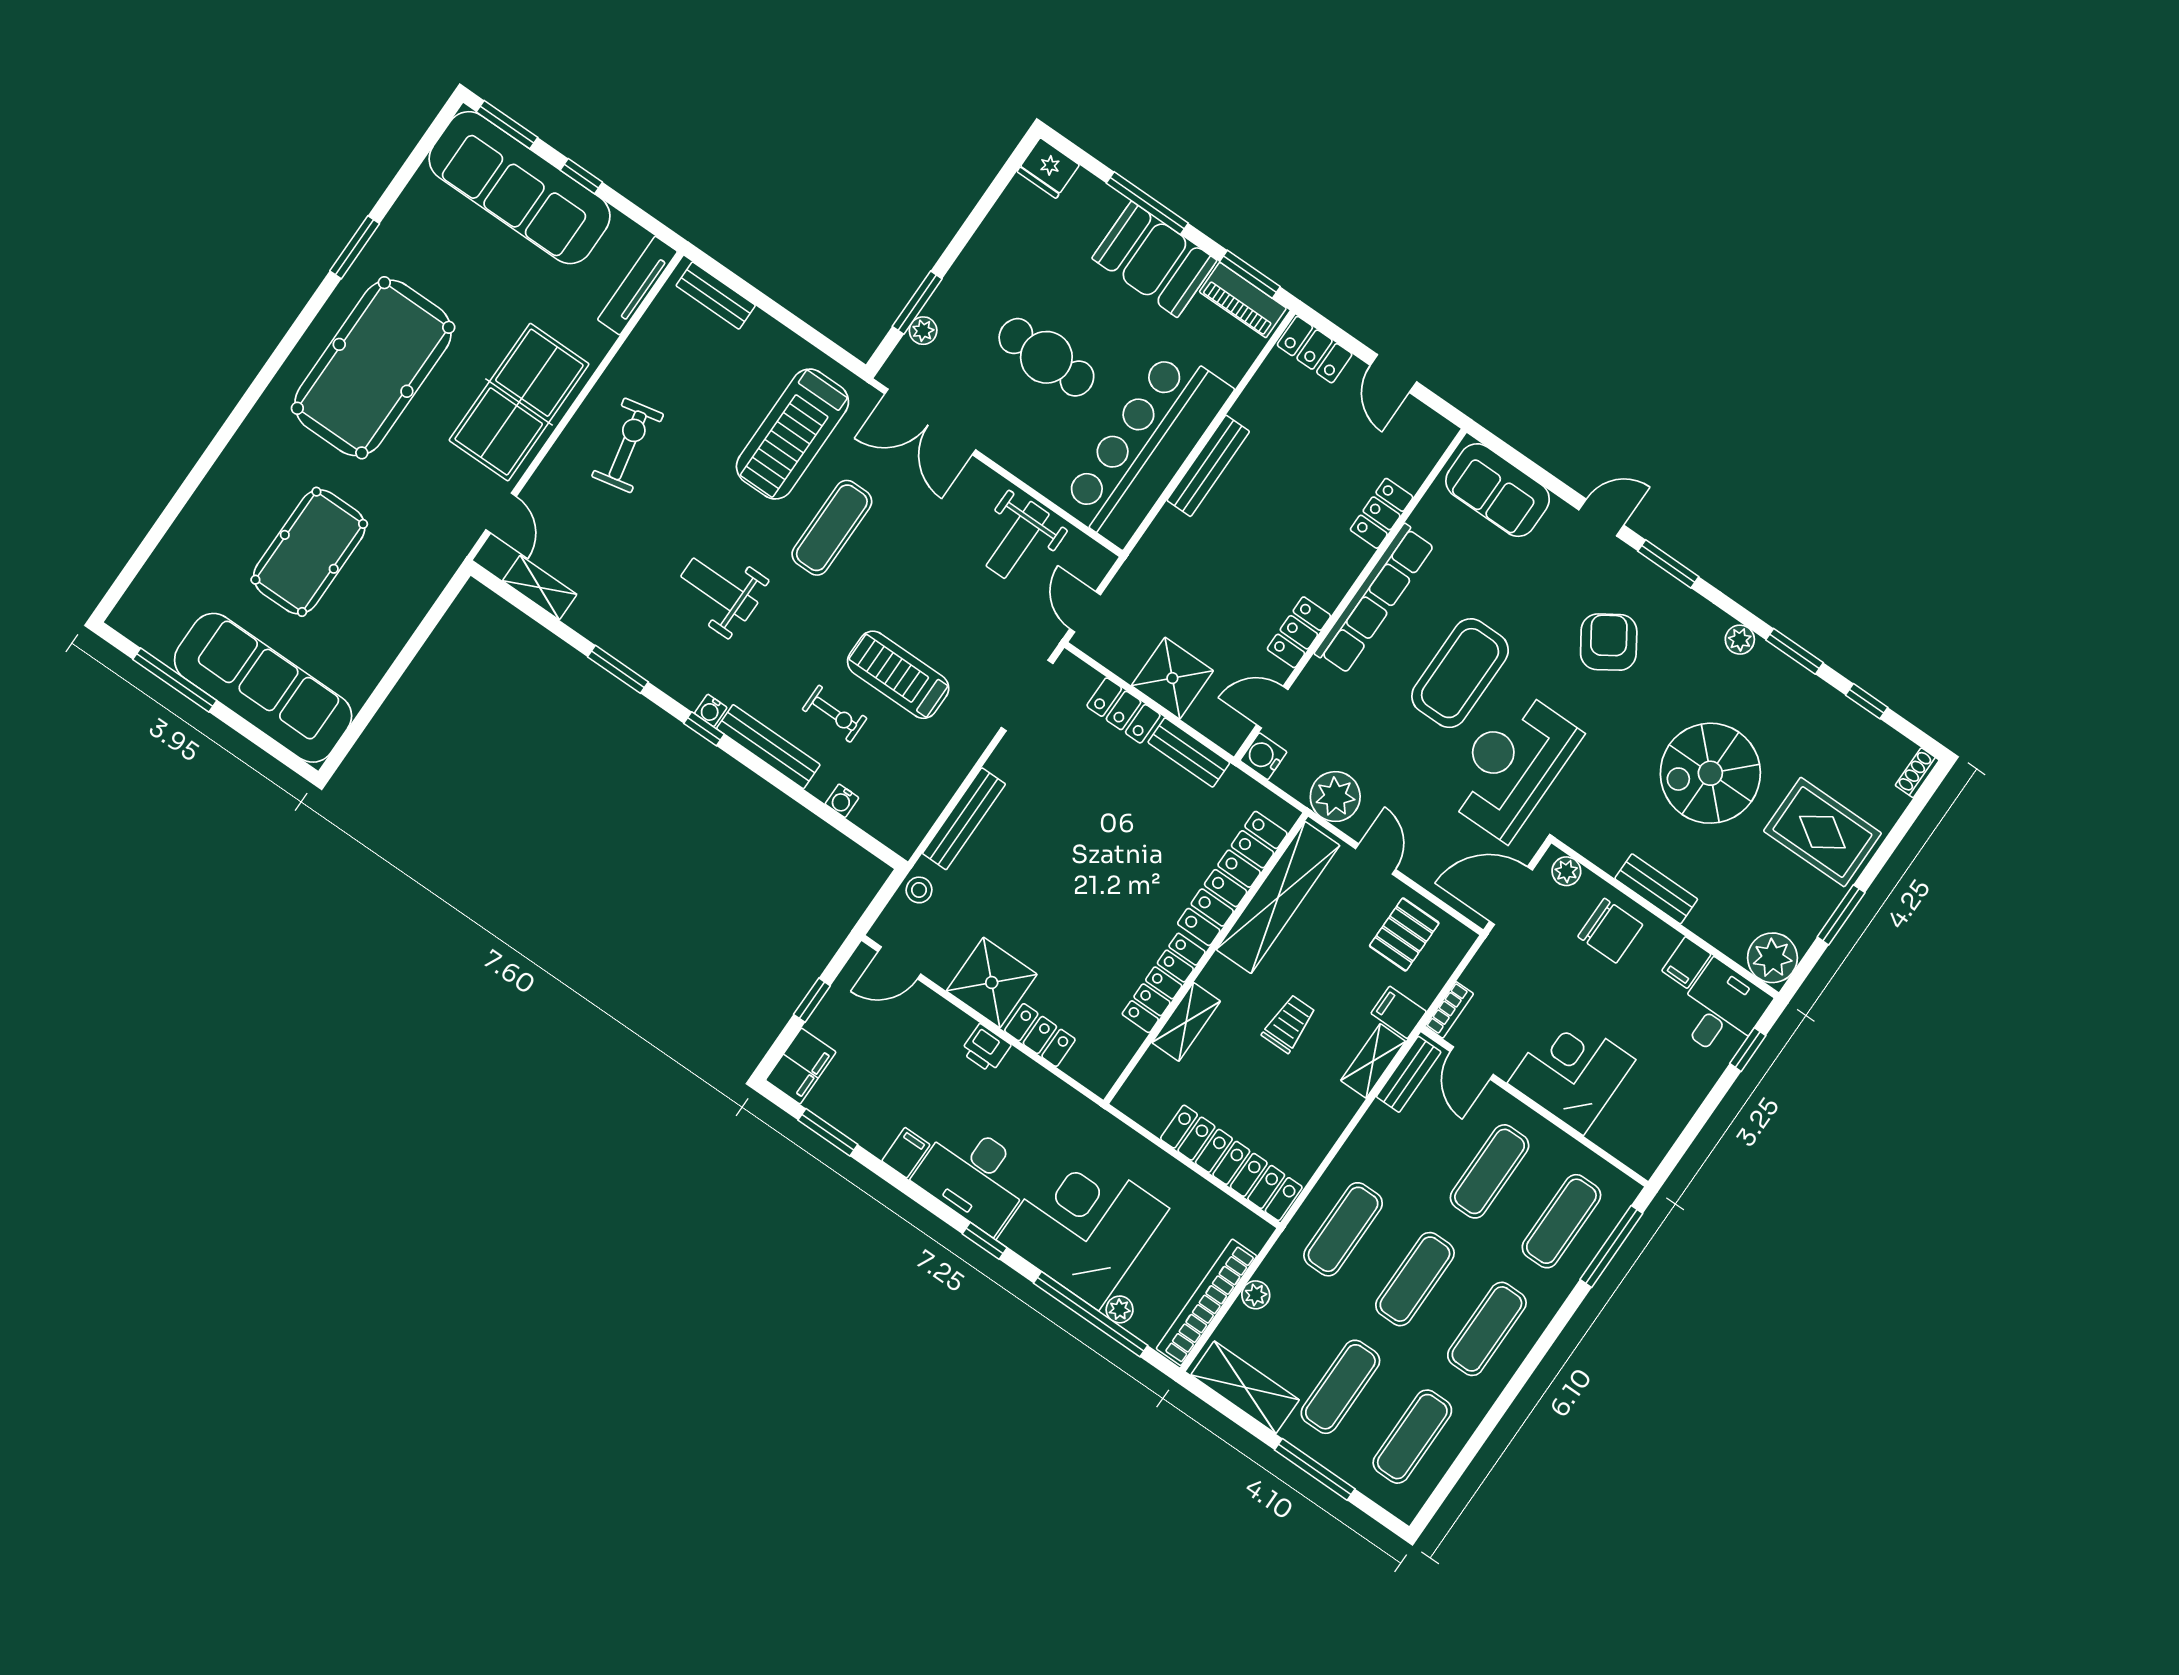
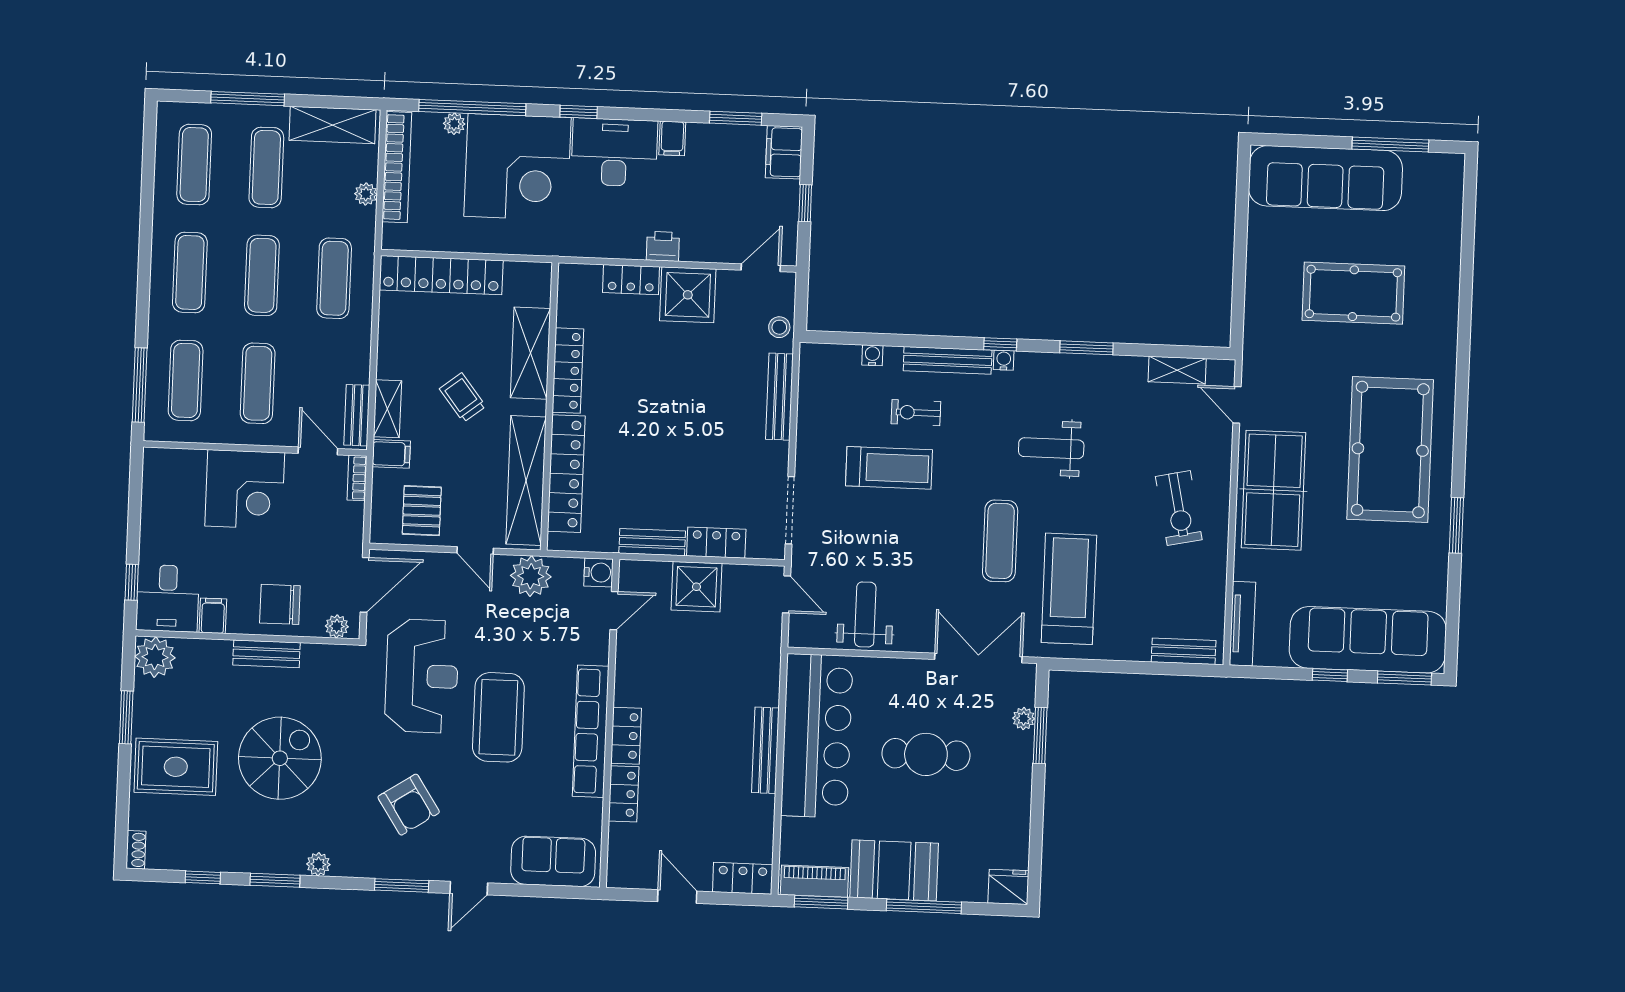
pool table: (309, 552) -> (1353, 293), turned 90
weight bench: (719, 589) -> (1051, 448), turned 180
locker: (1299, 632) -> (626, 736), moved
shelving: (1186, 1022) -> (530, 353), width x1.50, depth x1.33
trolley: (1289, 1024) -> (463, 397), turned 142

